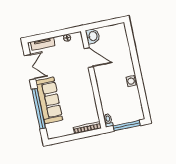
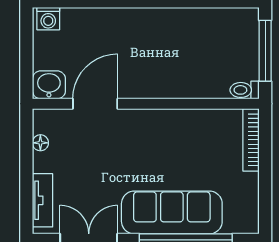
washing machine: (132, 81) -> (48, 19), moved

